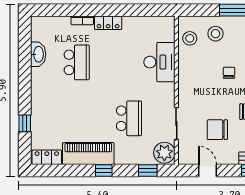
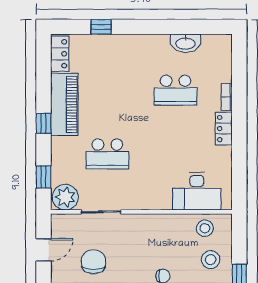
desk: (159, 62) -> (197, 191), moved

